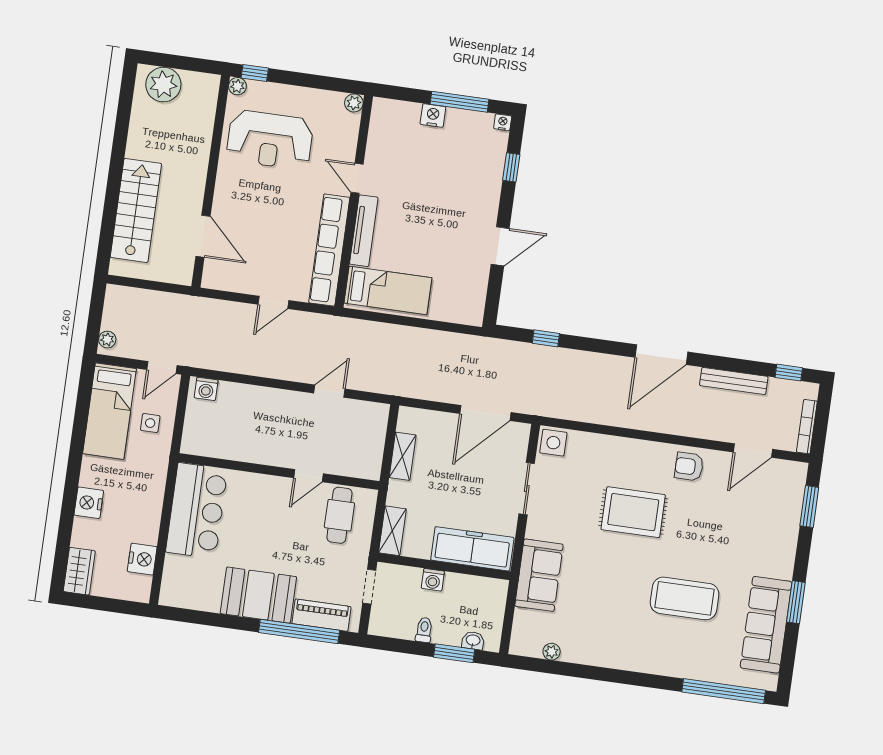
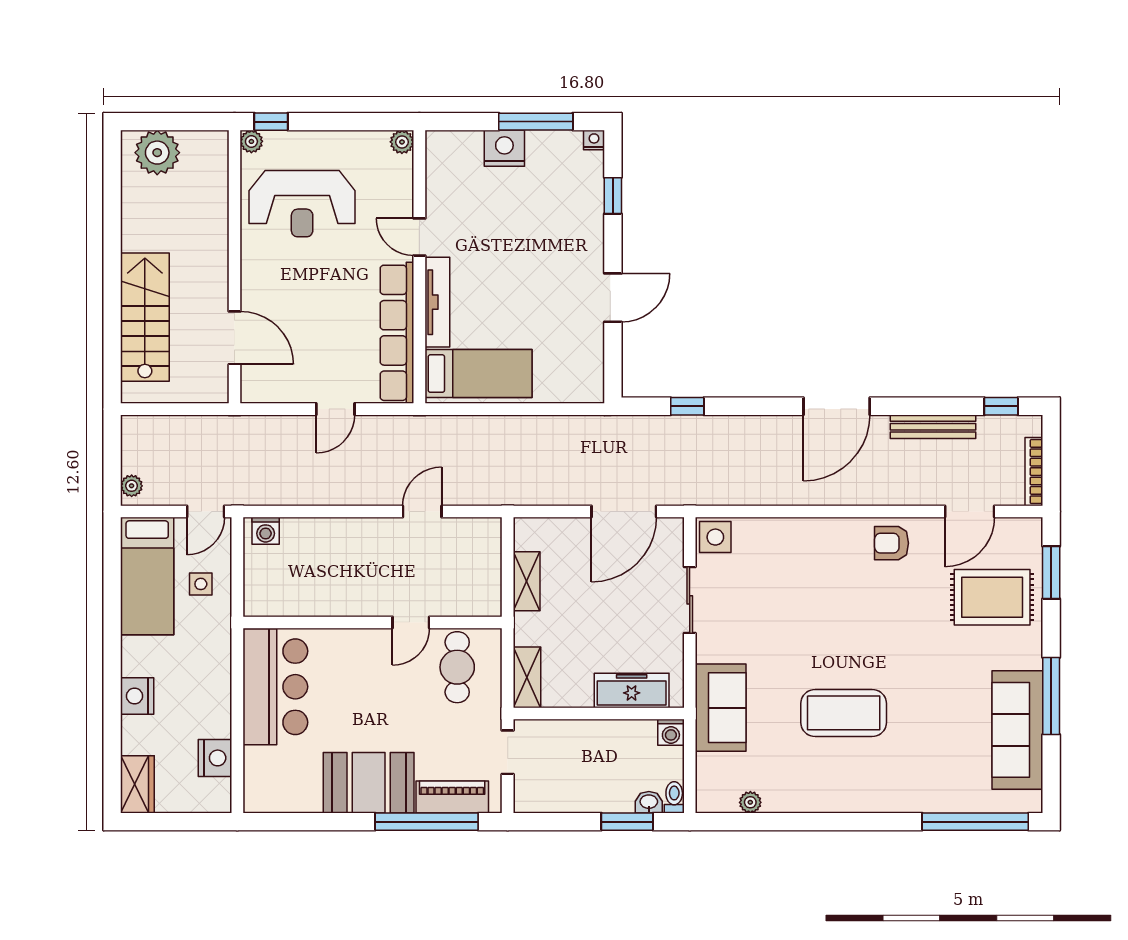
nightstand: (433, 115) -> (504, 148), width x1.36, depth x1.33
rug: (633, 512) -> (992, 597), moved
freezer: (472, 549) -> (632, 691), width x0.73, depth x0.79
washing machine: (433, 580) -> (671, 732), moved
coffee table: (685, 598) -> (844, 713), moved
window: (796, 602) -> (1051, 696), width x1.44
toilet: (424, 630) -> (674, 797), moved

